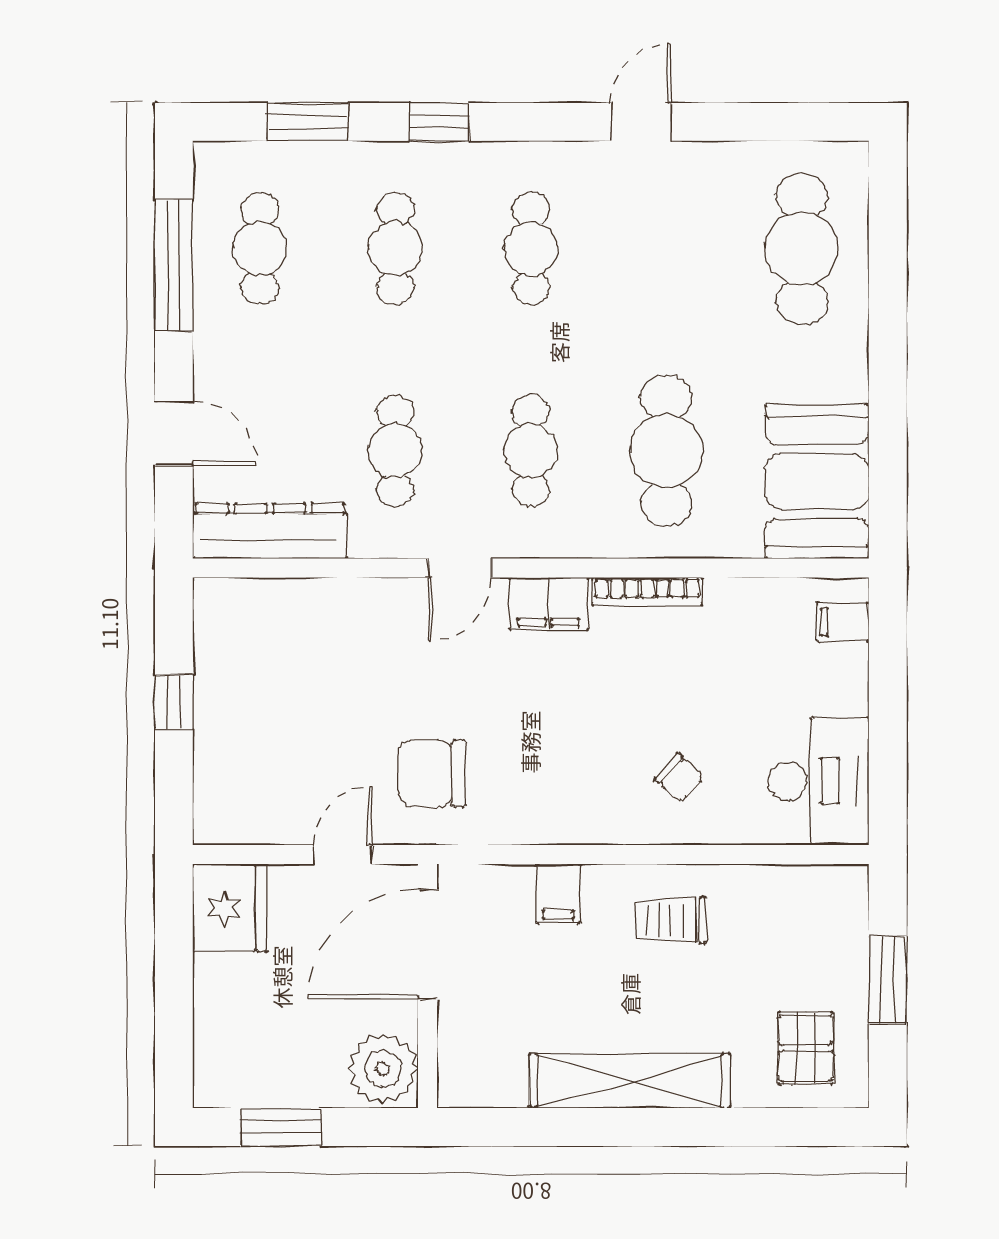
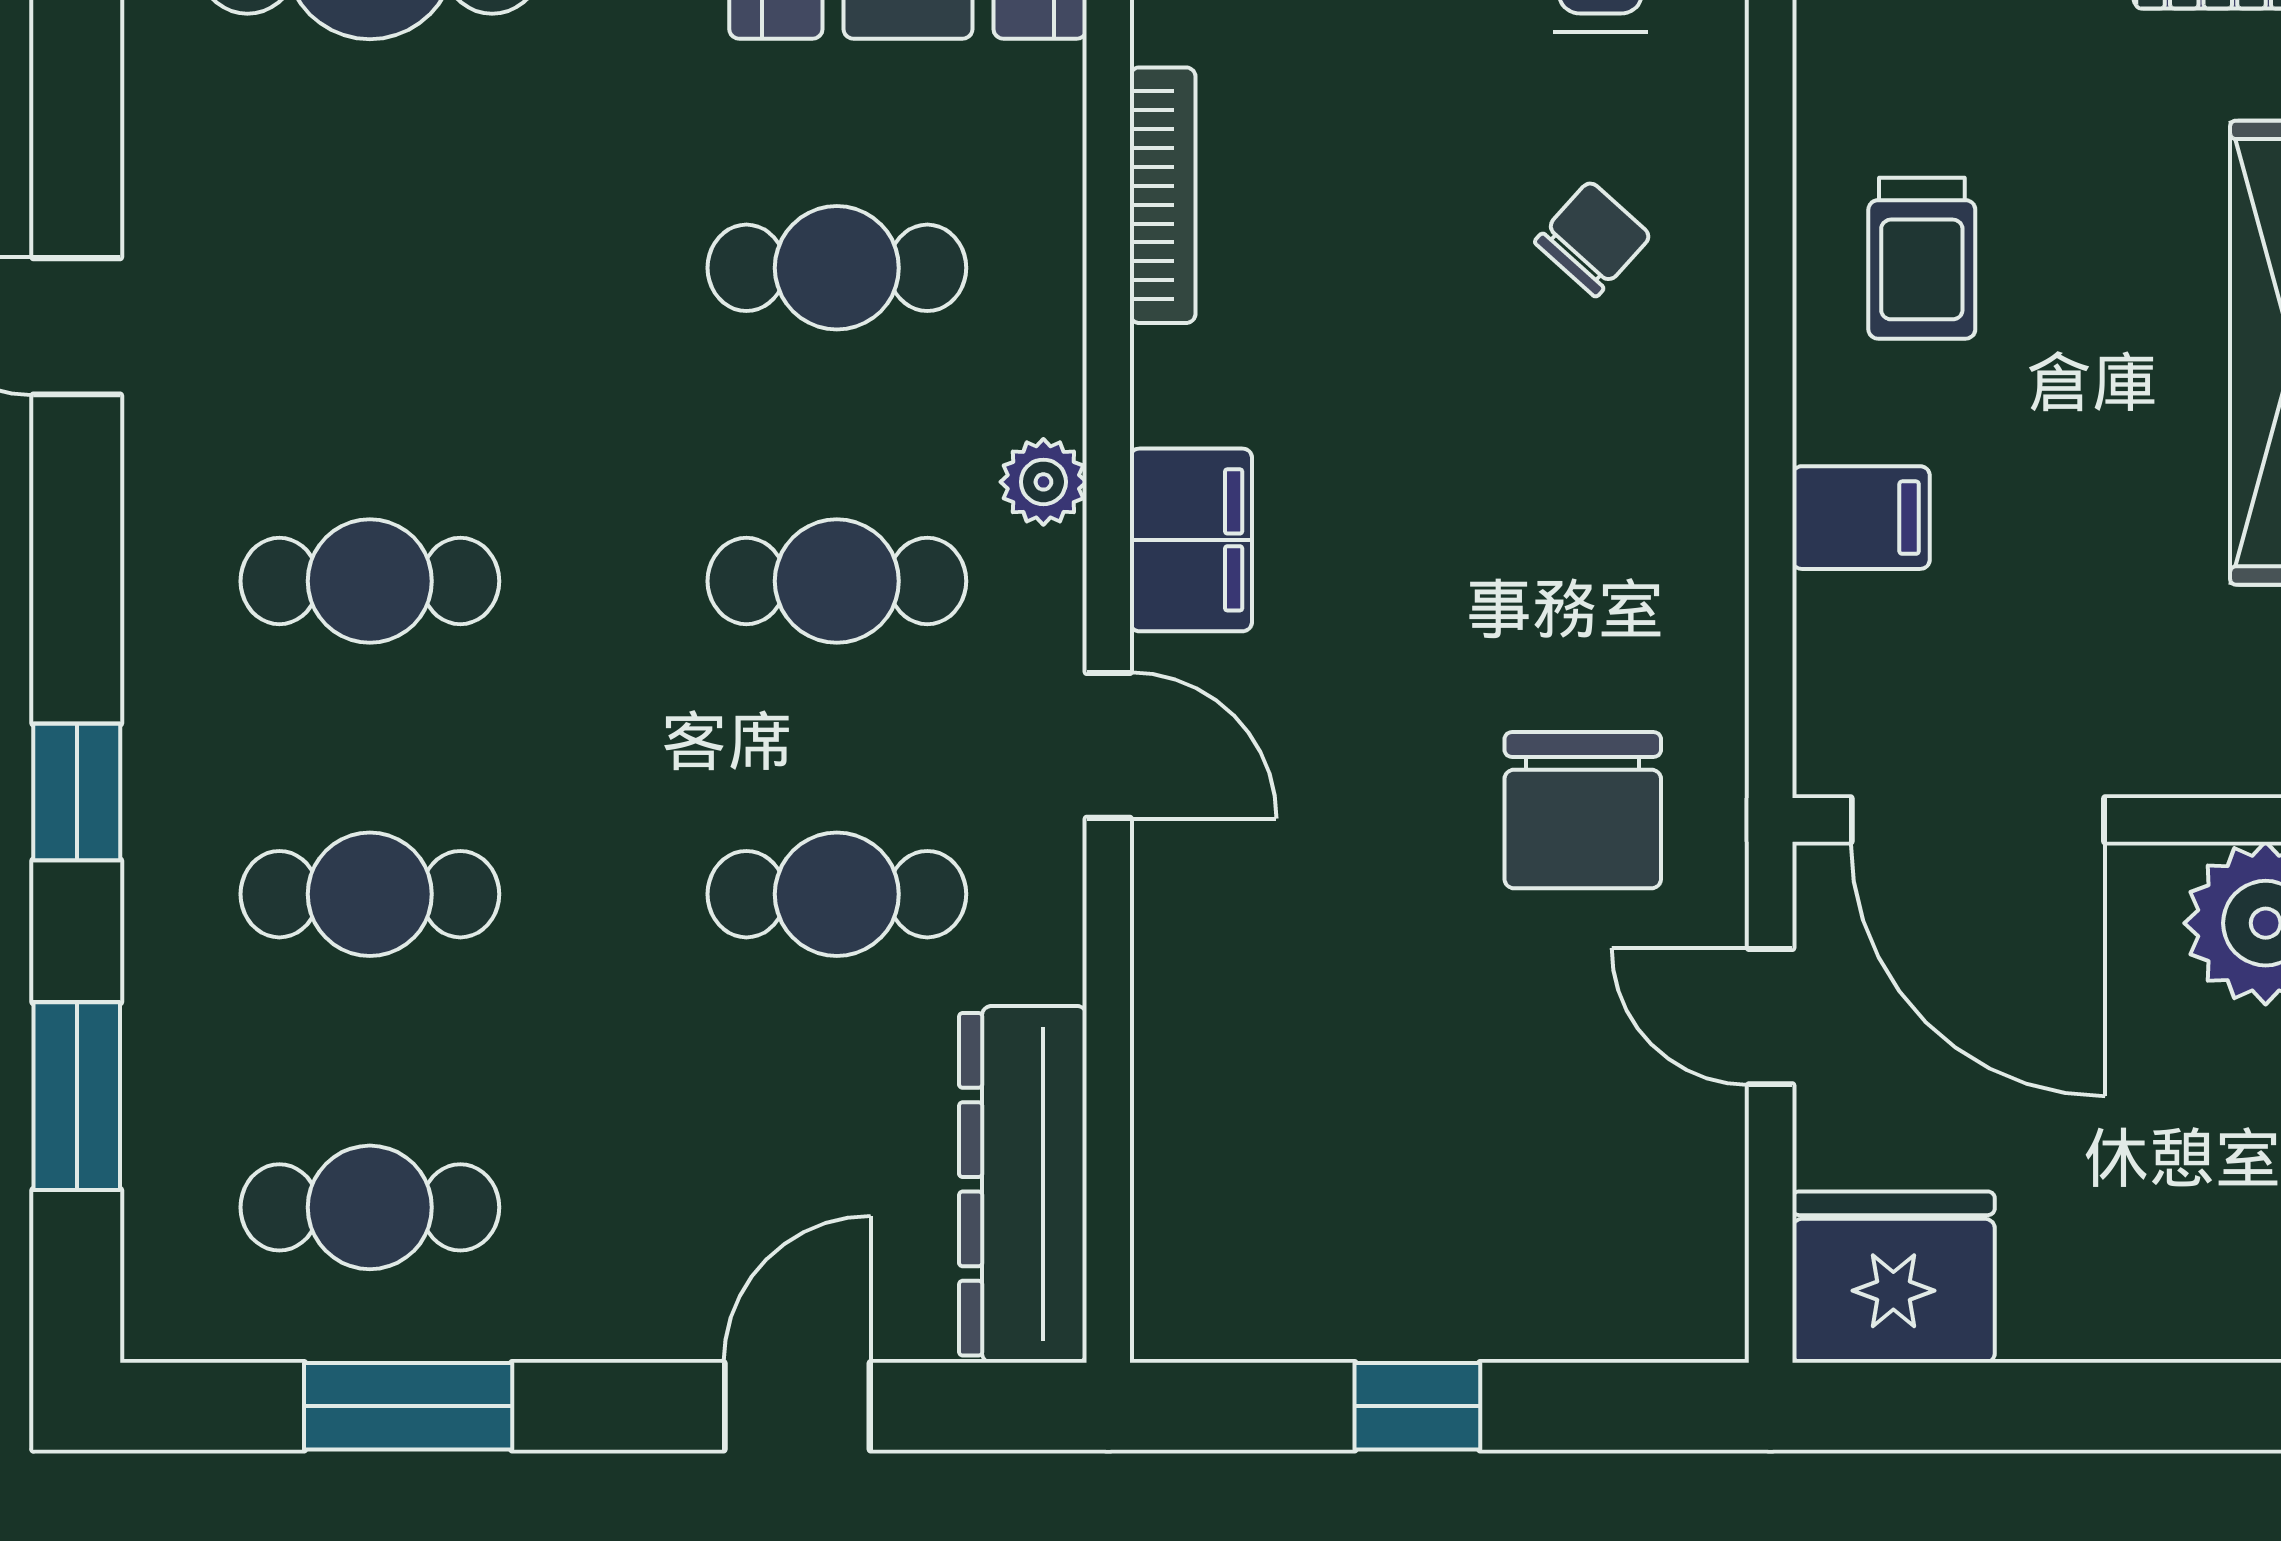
window: (174, 265) -> (408, 1406), width x0.69
cafe table: (666, 451) -> (837, 268), width x0.73, depth x0.74
plant: (574, 540) -> (1043, 482), added
bookcase: (647, 592) -> (1163, 195), moved

